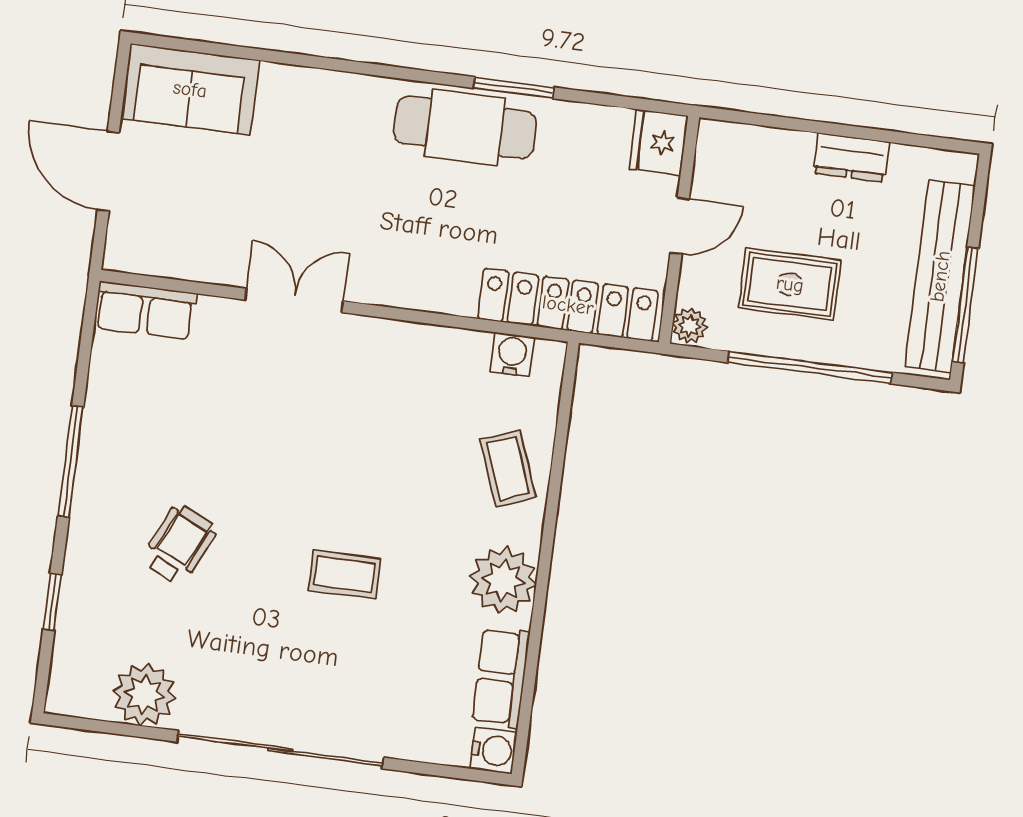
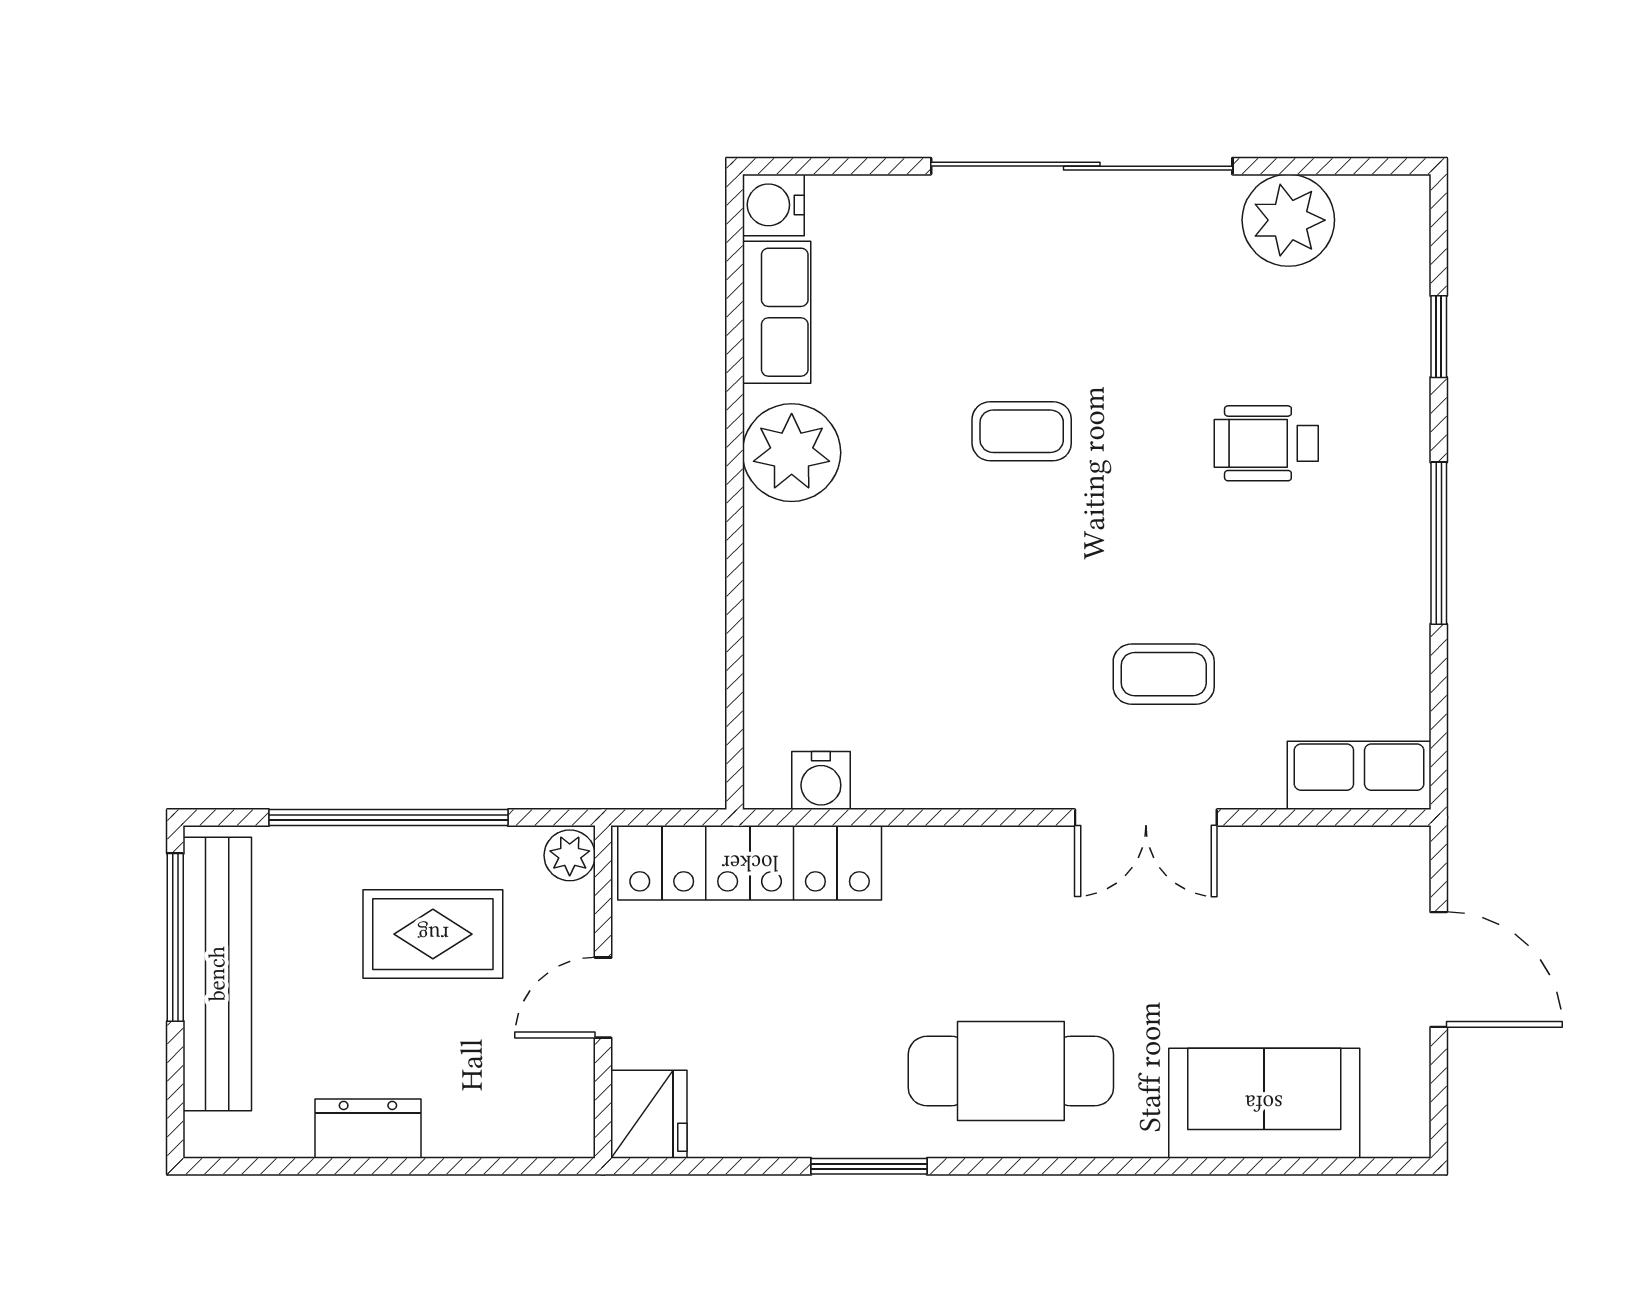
sofa: (190, 89) -> (1264, 1103), moved
cafe table: (465, 127) -> (1011, 1071), moved
coffee table: (508, 468) -> (1164, 674), moved, turned -69
wheelchair: (179, 545) -> (1266, 443), turned 65

